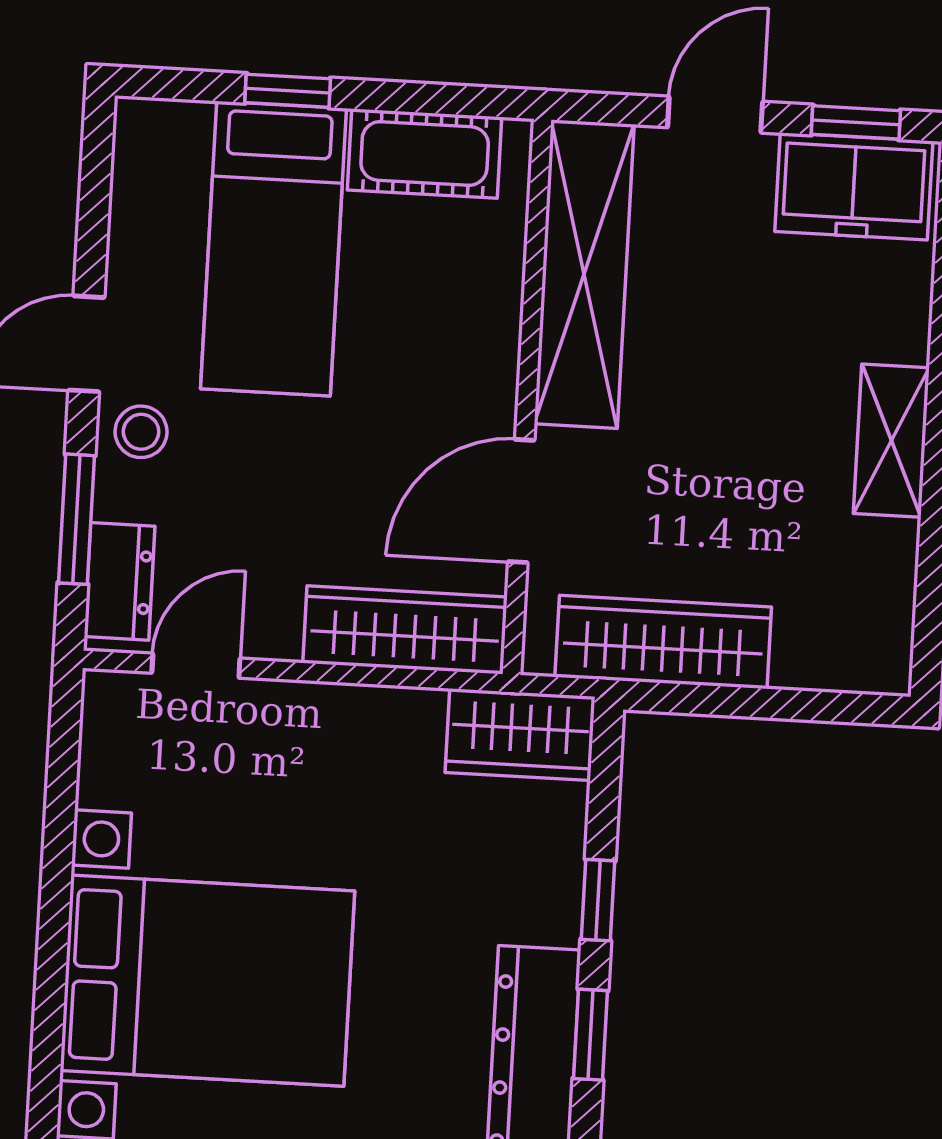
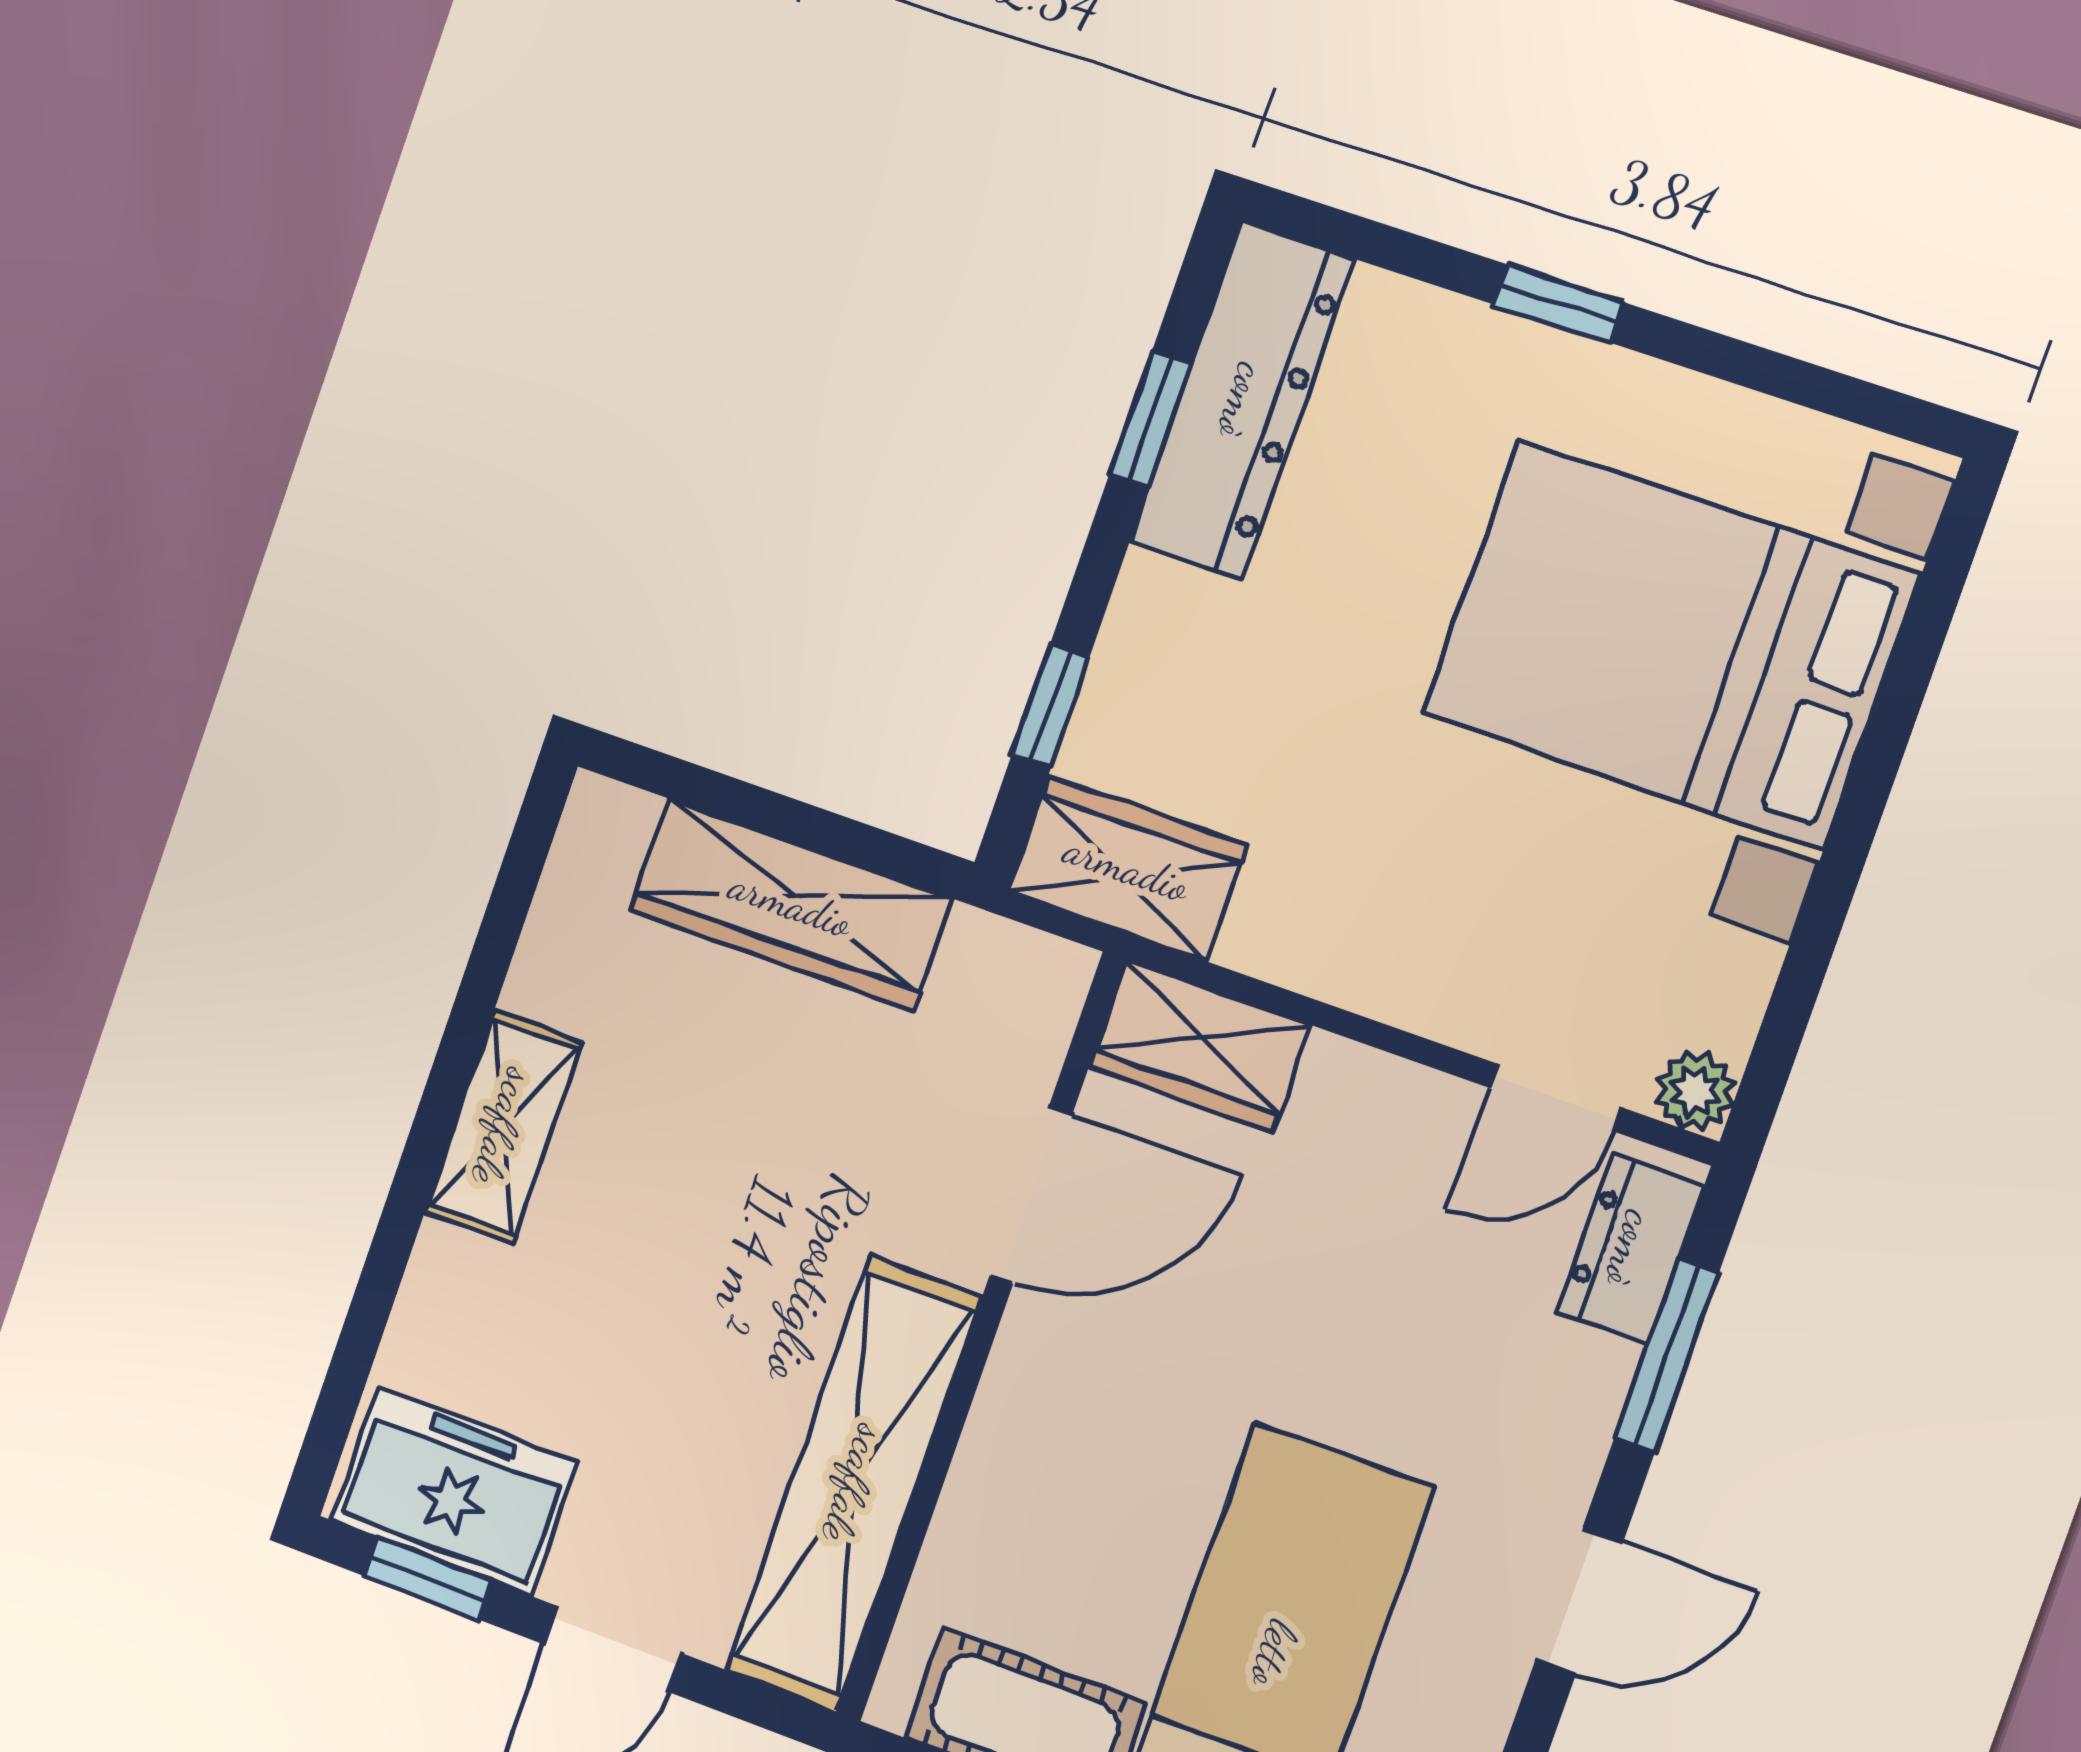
stool: (141, 432) -> (1537, 1453), removed
wardrobe: (405, 630) -> (1199, 1046), width x0.67
wardrobe: (663, 642) -> (791, 904), moved
plant: (108, 696) -> (1695, 1091), added
window: (598, 900) -> (1051, 705), moved

